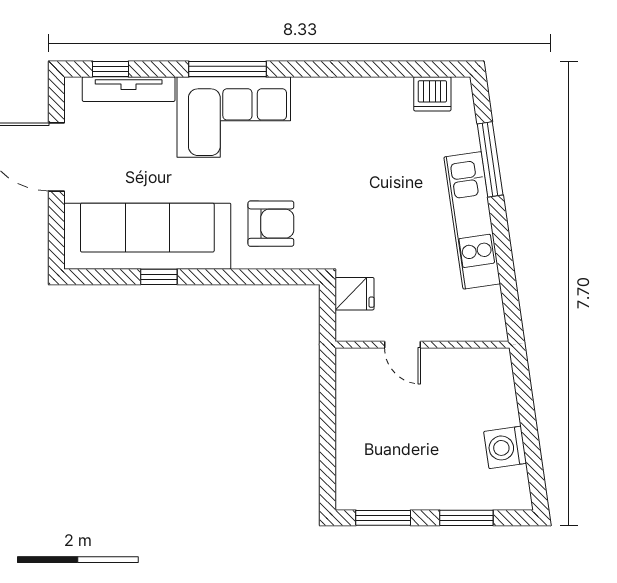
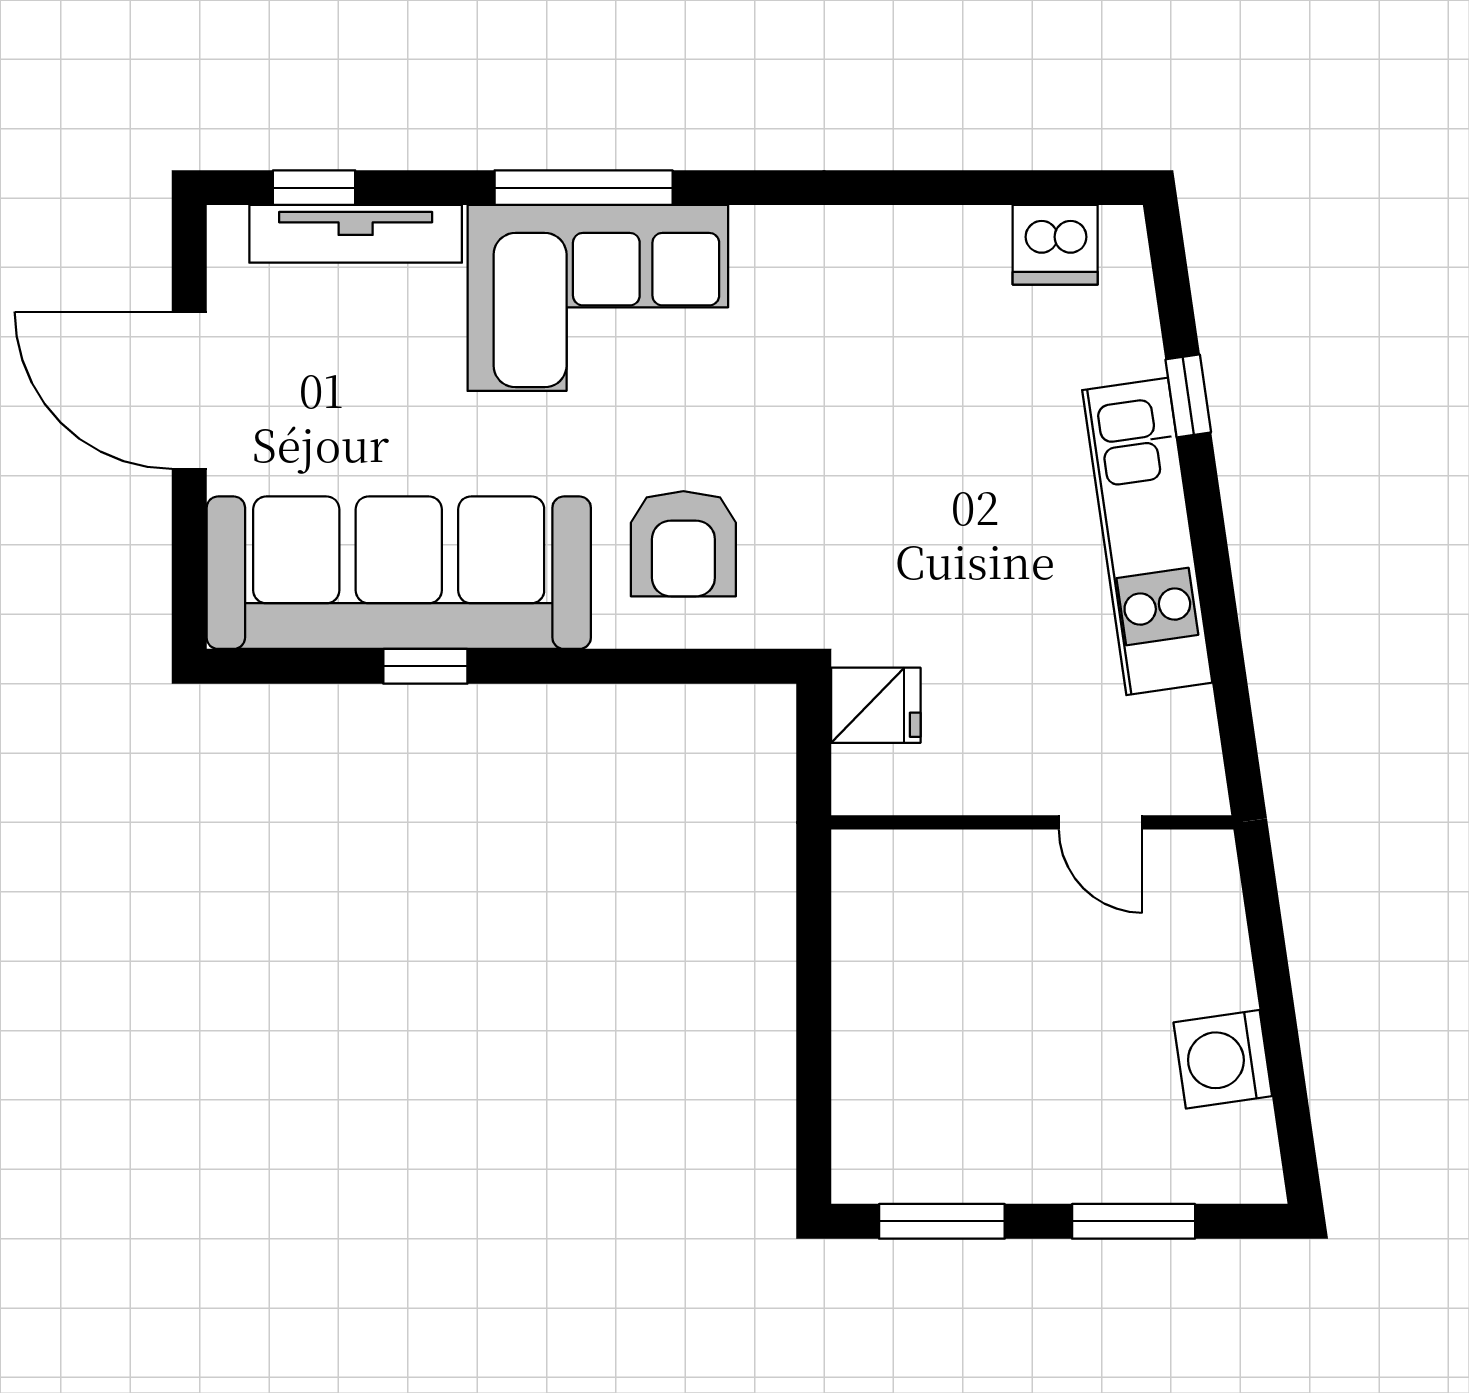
window: (490, 159) -> (1188, 396), width x0.46
armchair: (271, 224) -> (683, 544), turned 90
door: (402, 345) -> (1101, 822), moved

